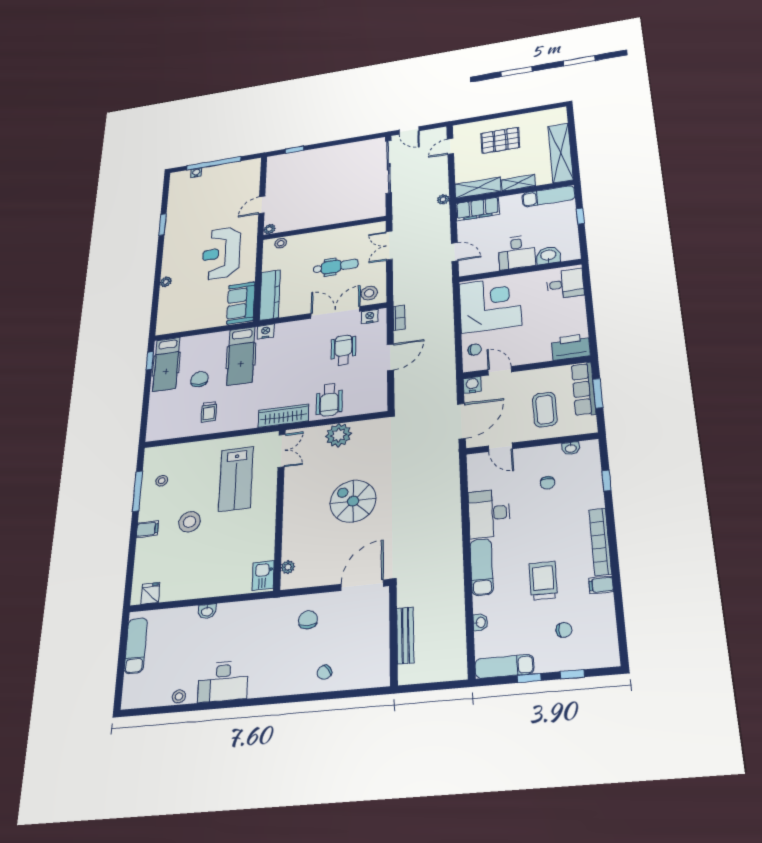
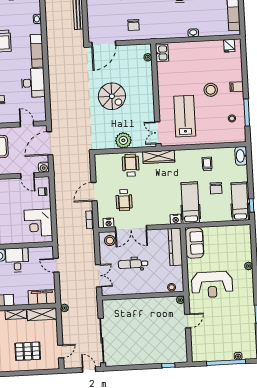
reception desk: (221, 253) -> (212, 284), turned 90
corner desk: (490, 304) -> (38, 223), width x0.74, depth x0.74
washbasin: (155, 428) -> (241, 156), added

